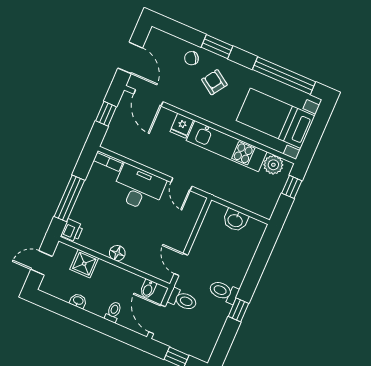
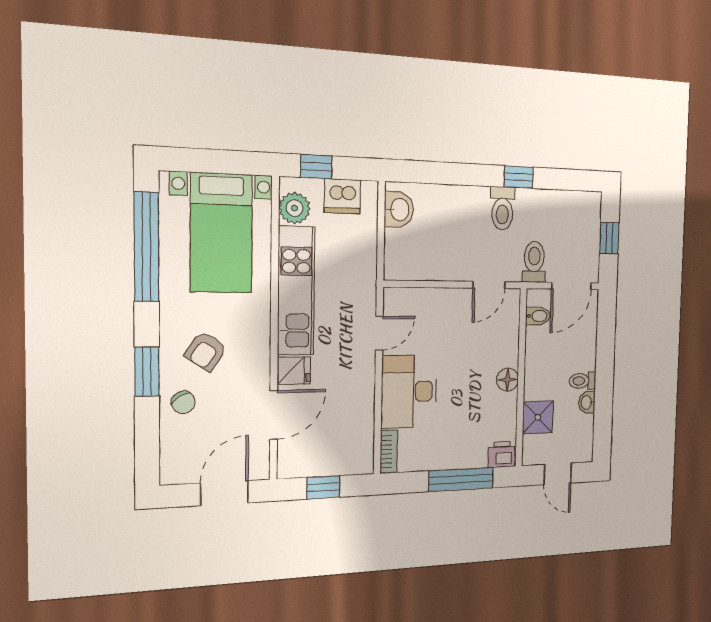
door: (148, 98) -> (274, 415), moved
dishwasher: (269, 195) -> (342, 196), added
washbasin: (235, 220) -> (399, 210), moved
toilet: (113, 312) -> (582, 381), moved

